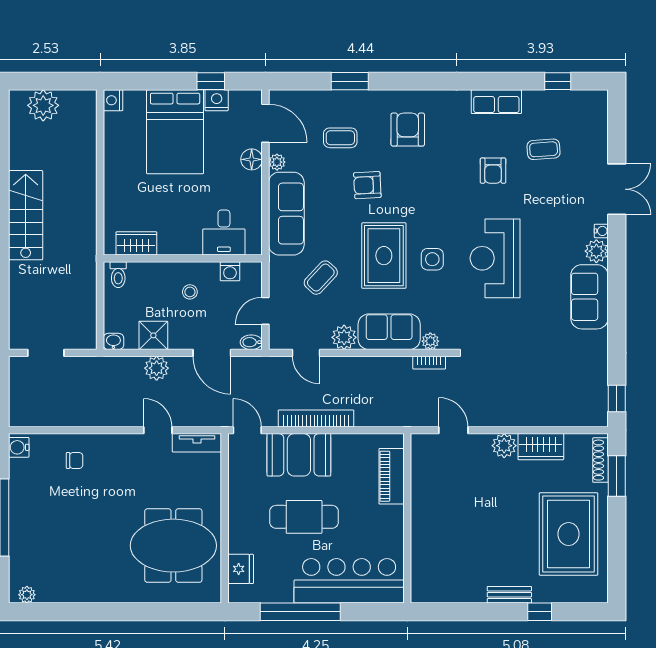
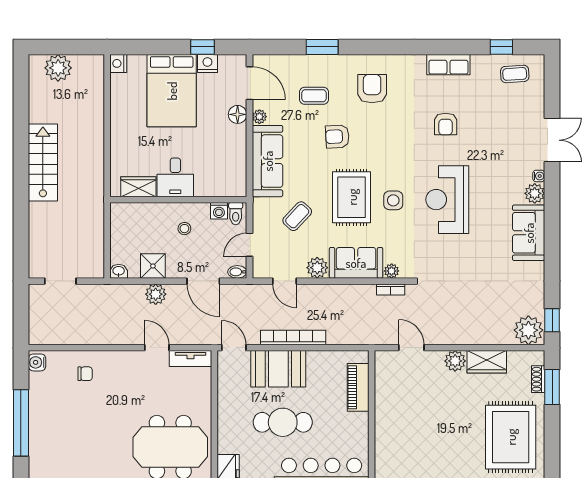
coffee table: (544, 149) -> (515, 74), moved
desk: (224, 233) -> (175, 177), moved
toilet: (118, 275) -> (236, 214), moved
plant: (589, 410) -> (528, 330), added
shoe rack: (600, 460) -> (538, 379), width x0.70

